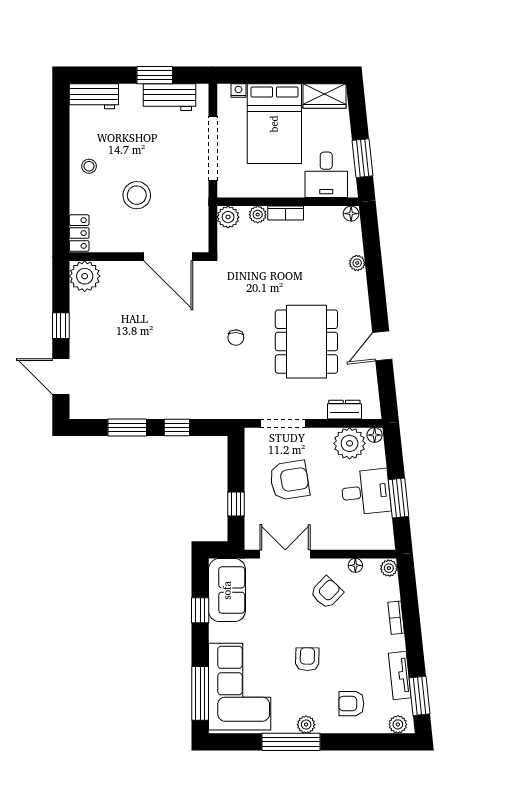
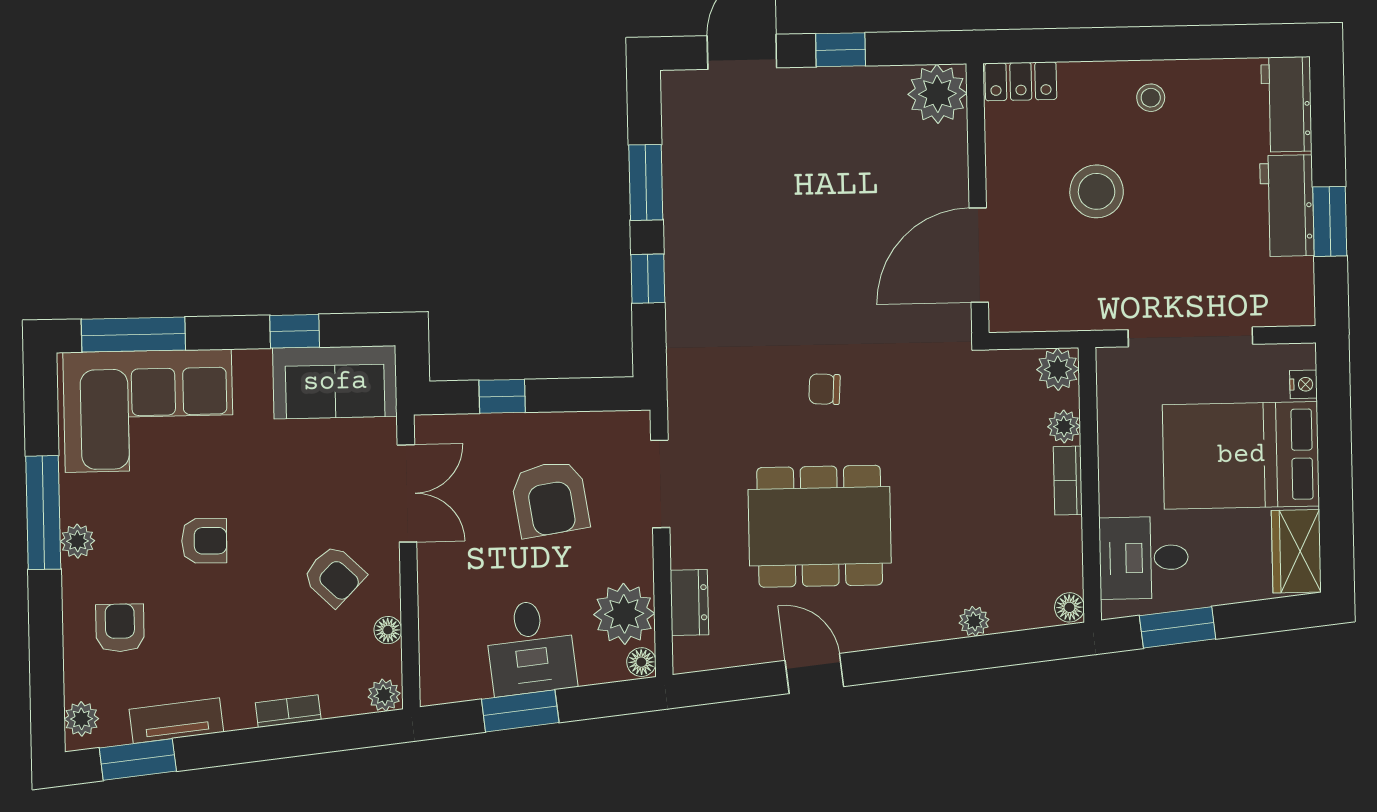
workbench: (169, 97) -> (1287, 206), moved

